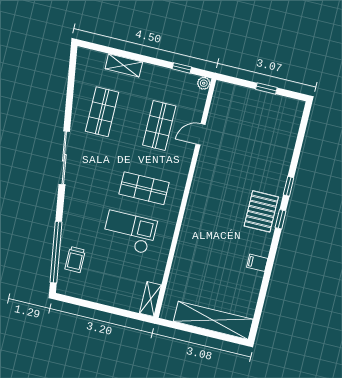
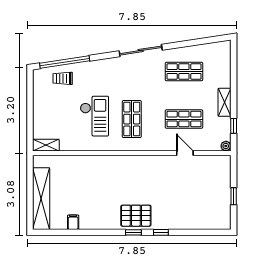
shelving: (124, 65) -> (225, 102), moved
filing cabinet: (257, 263) -> (73, 222), moved

